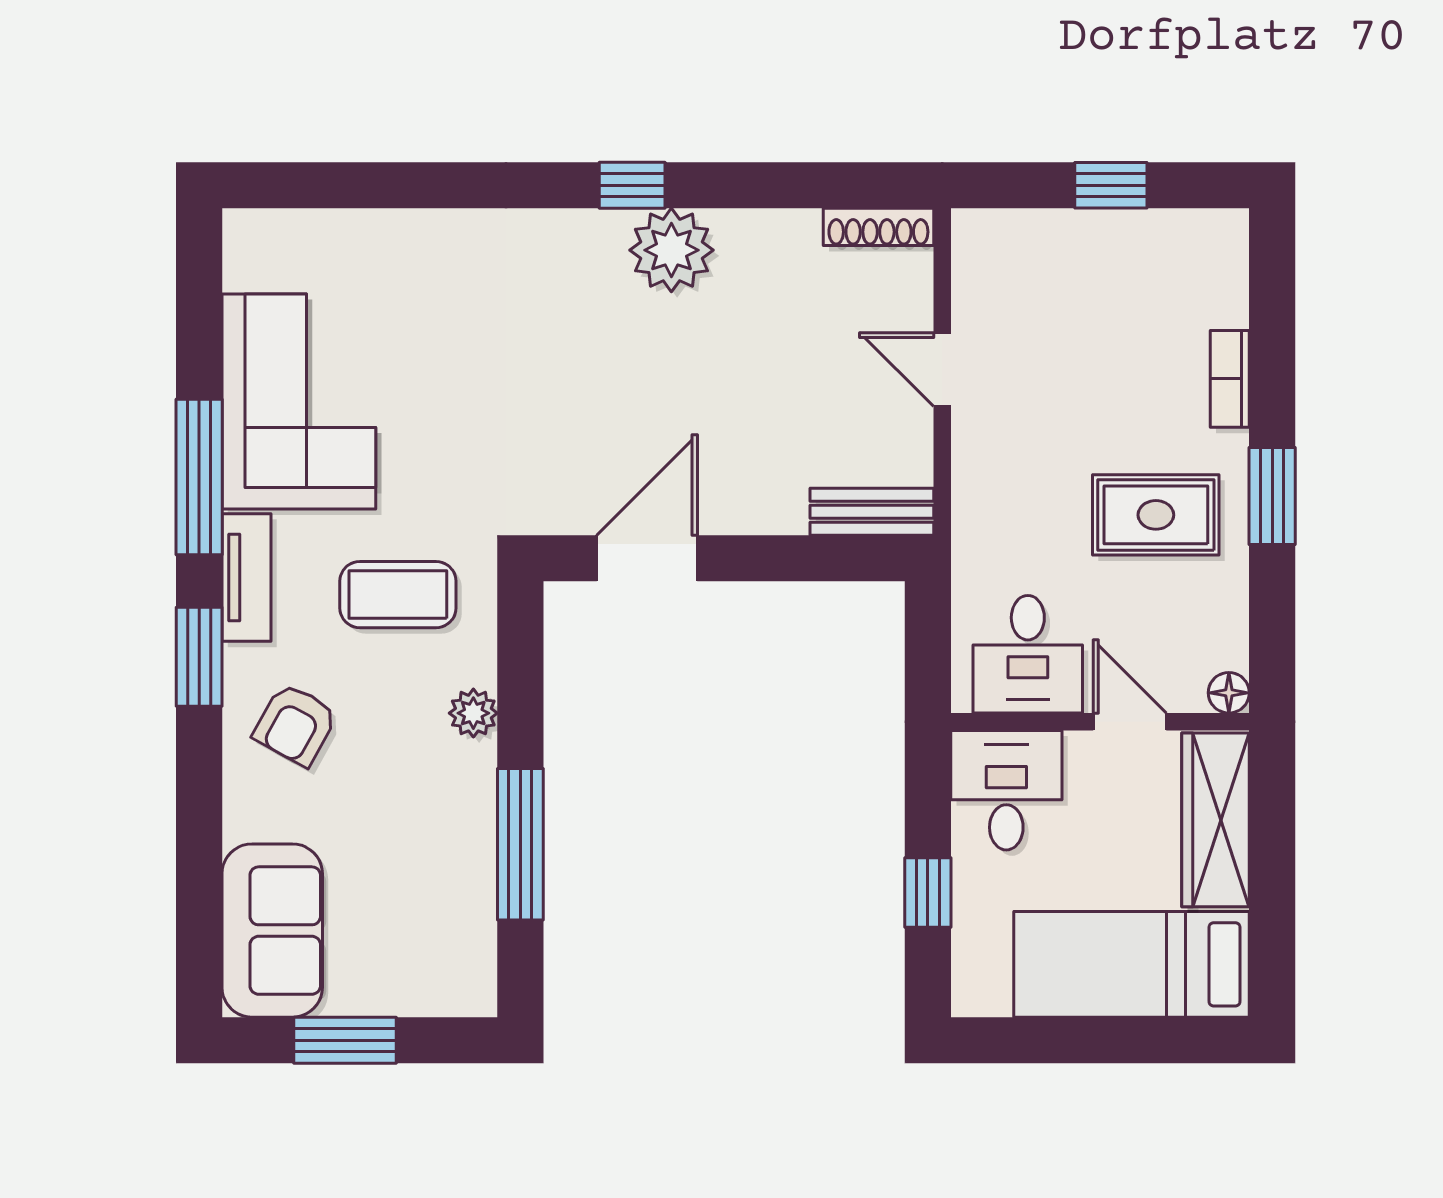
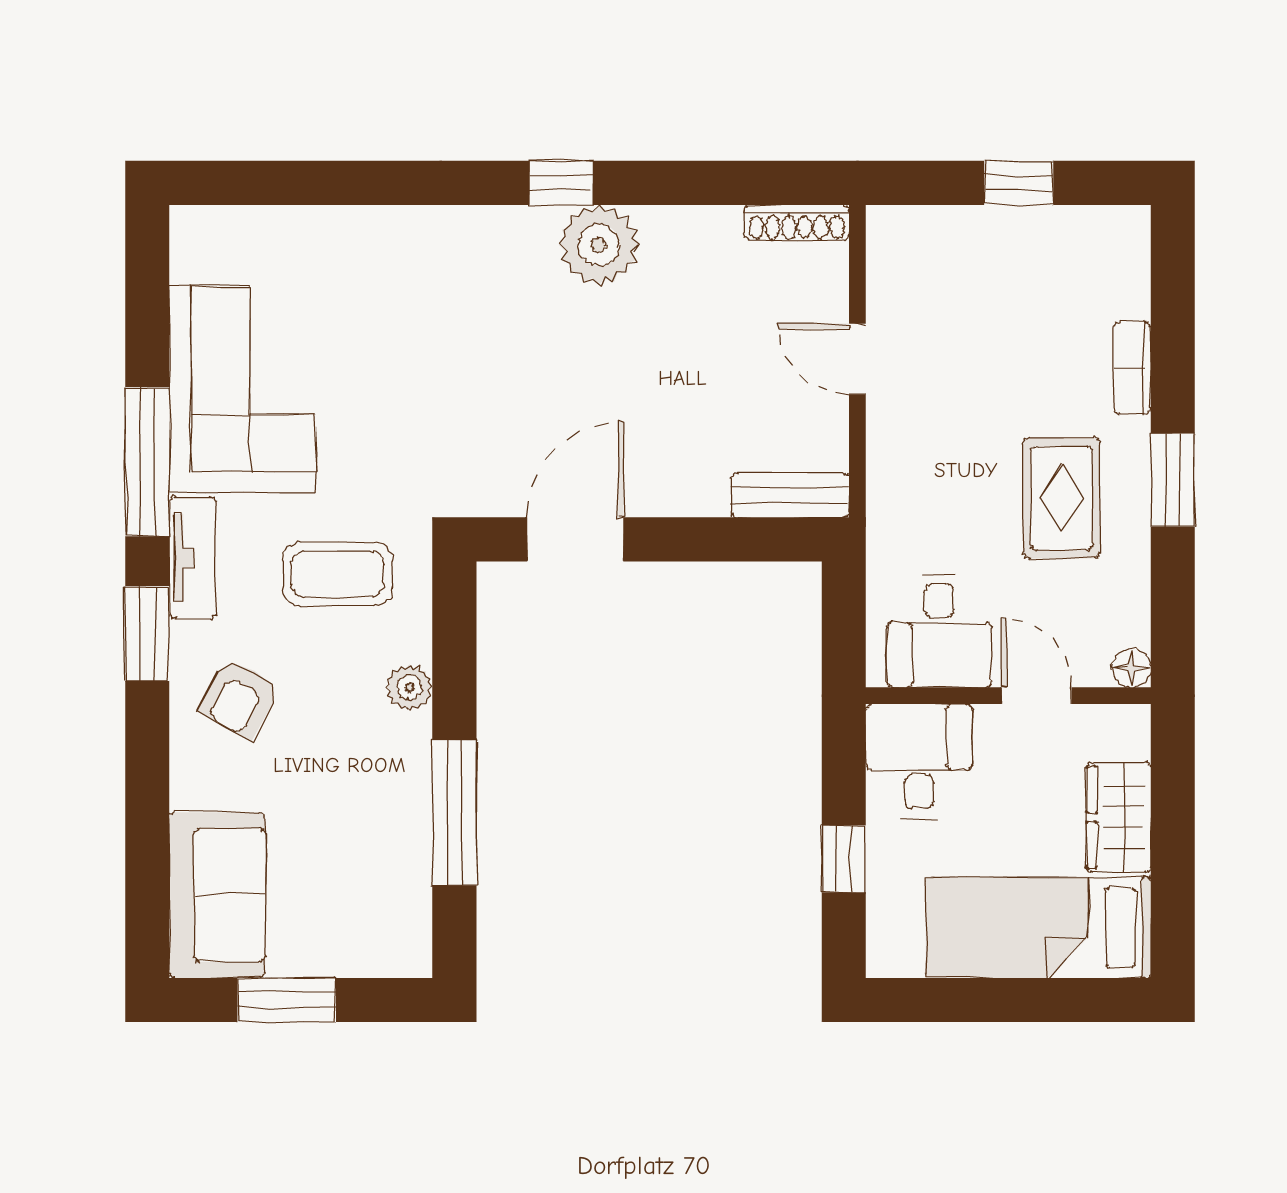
rug: (1156, 515) -> (1062, 498), turned 90
wardrobe: (1216, 820) -> (1119, 817), width x0.67

